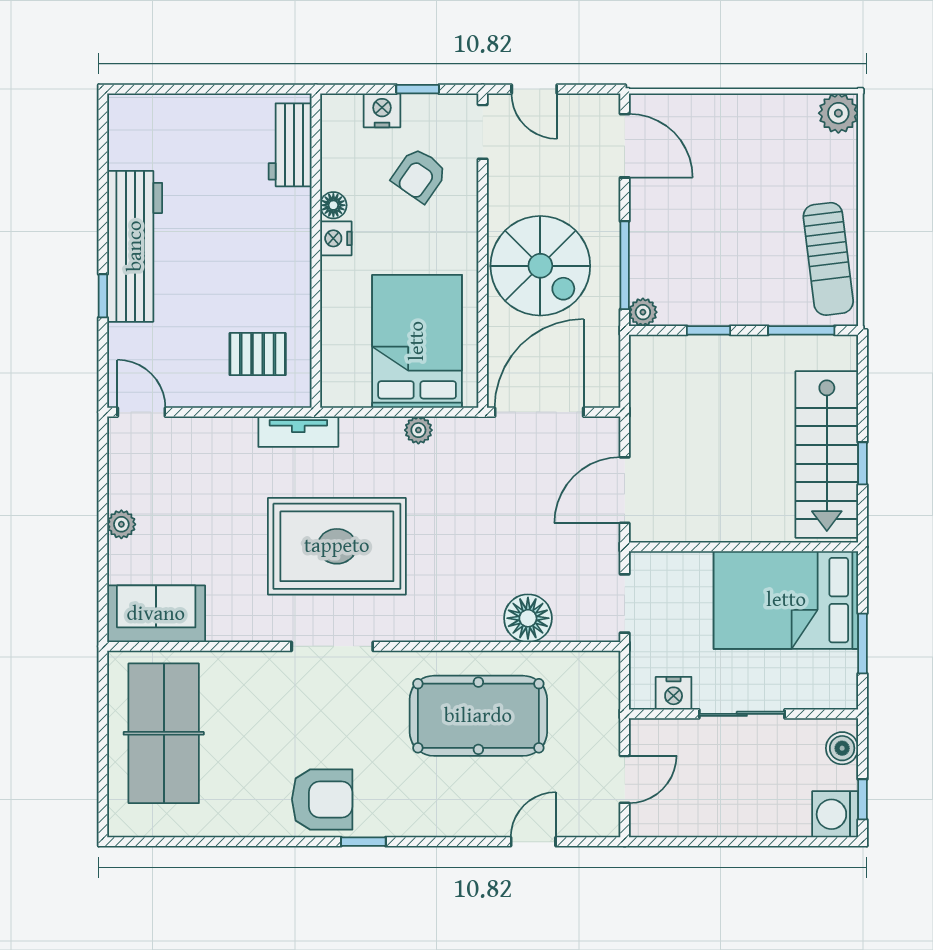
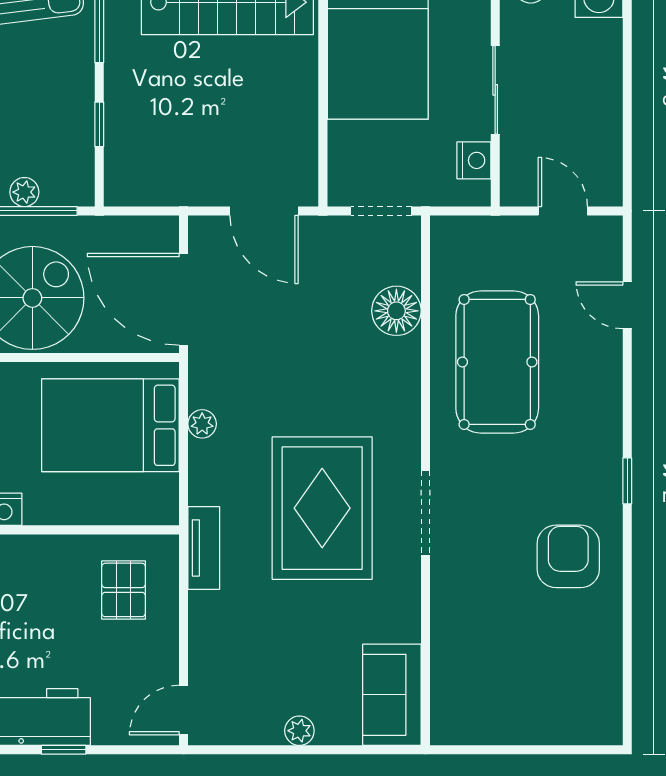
plant: (643, 312) -> (24, 192), moved
table tennis table: (164, 733) -> (515, 687), removed
armchair: (322, 799) -> (568, 556), moved

